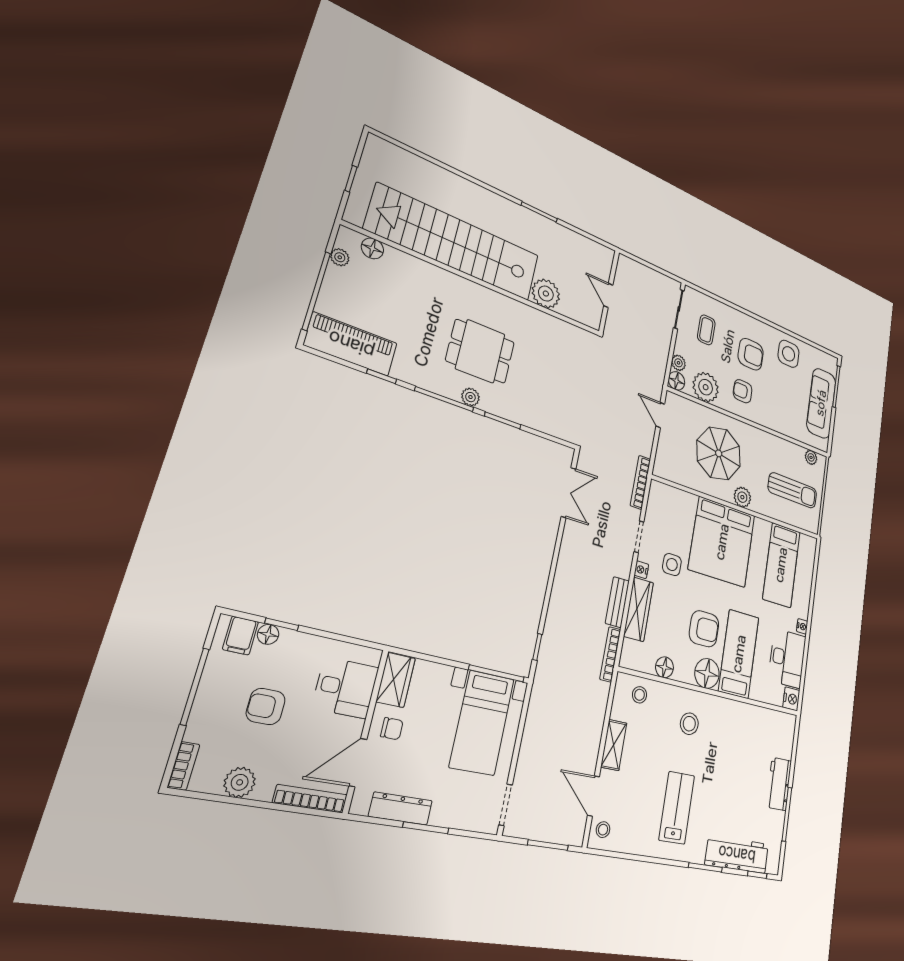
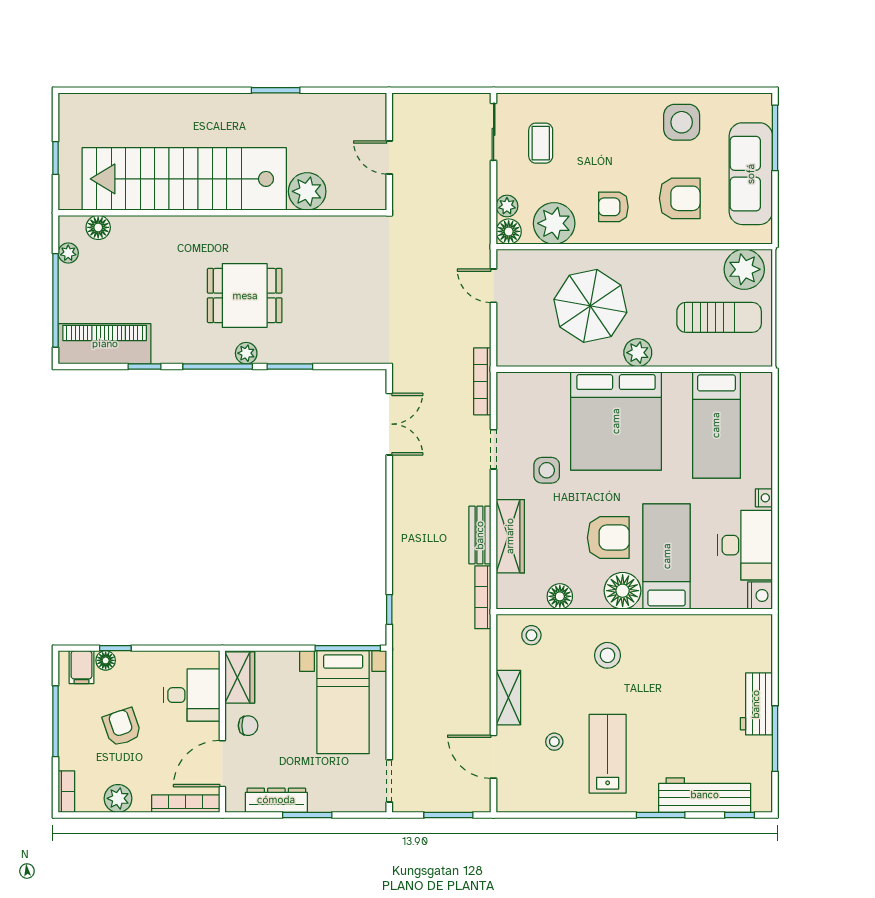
armchair: (751, 354) -> (680, 198), moved
plant: (811, 457) -> (744, 269), width x1.88, depth x1.88
nightstand: (641, 570) -> (505, 488), removed
armchair: (266, 706) -> (122, 727), turned 71
stool: (603, 830) -> (554, 742), moved

